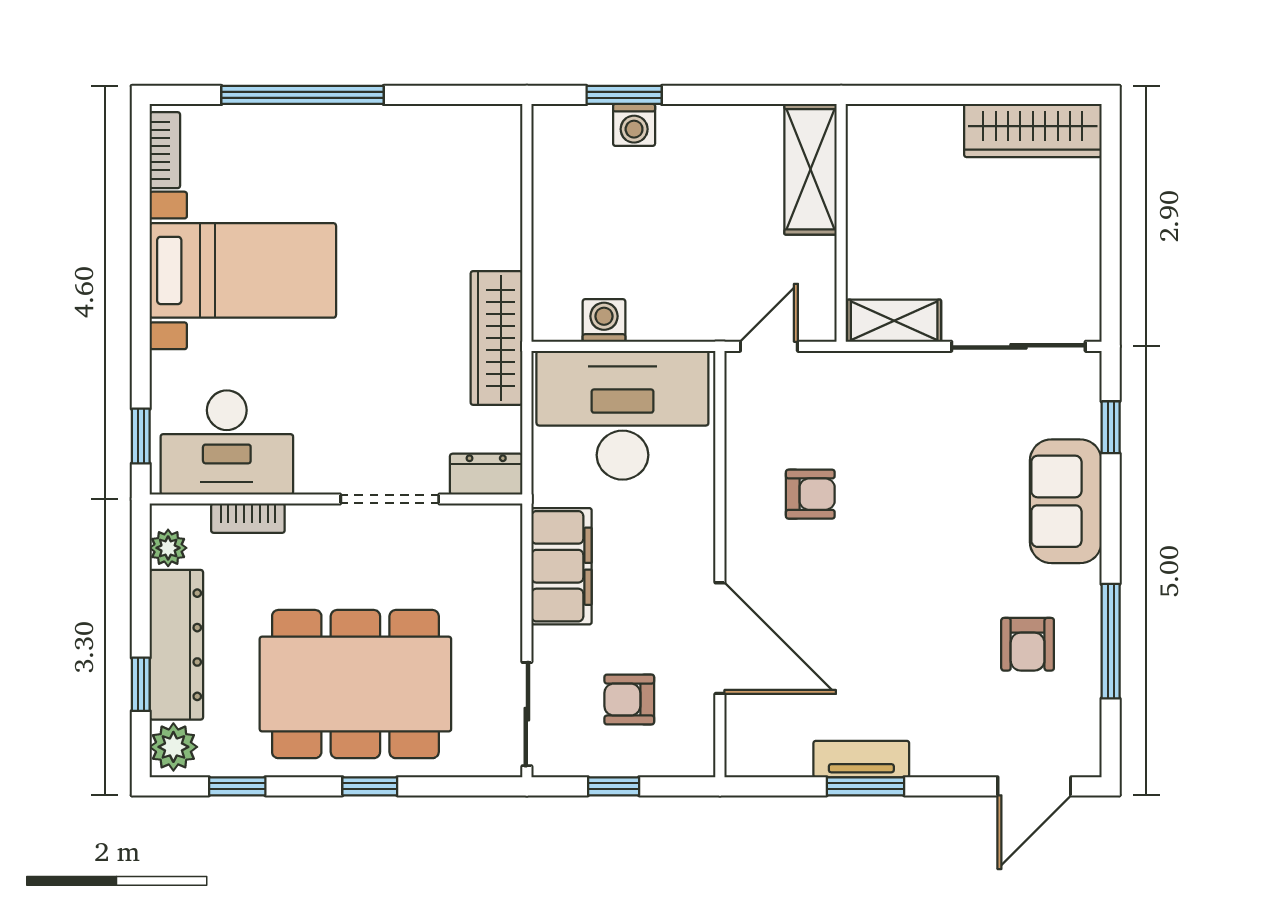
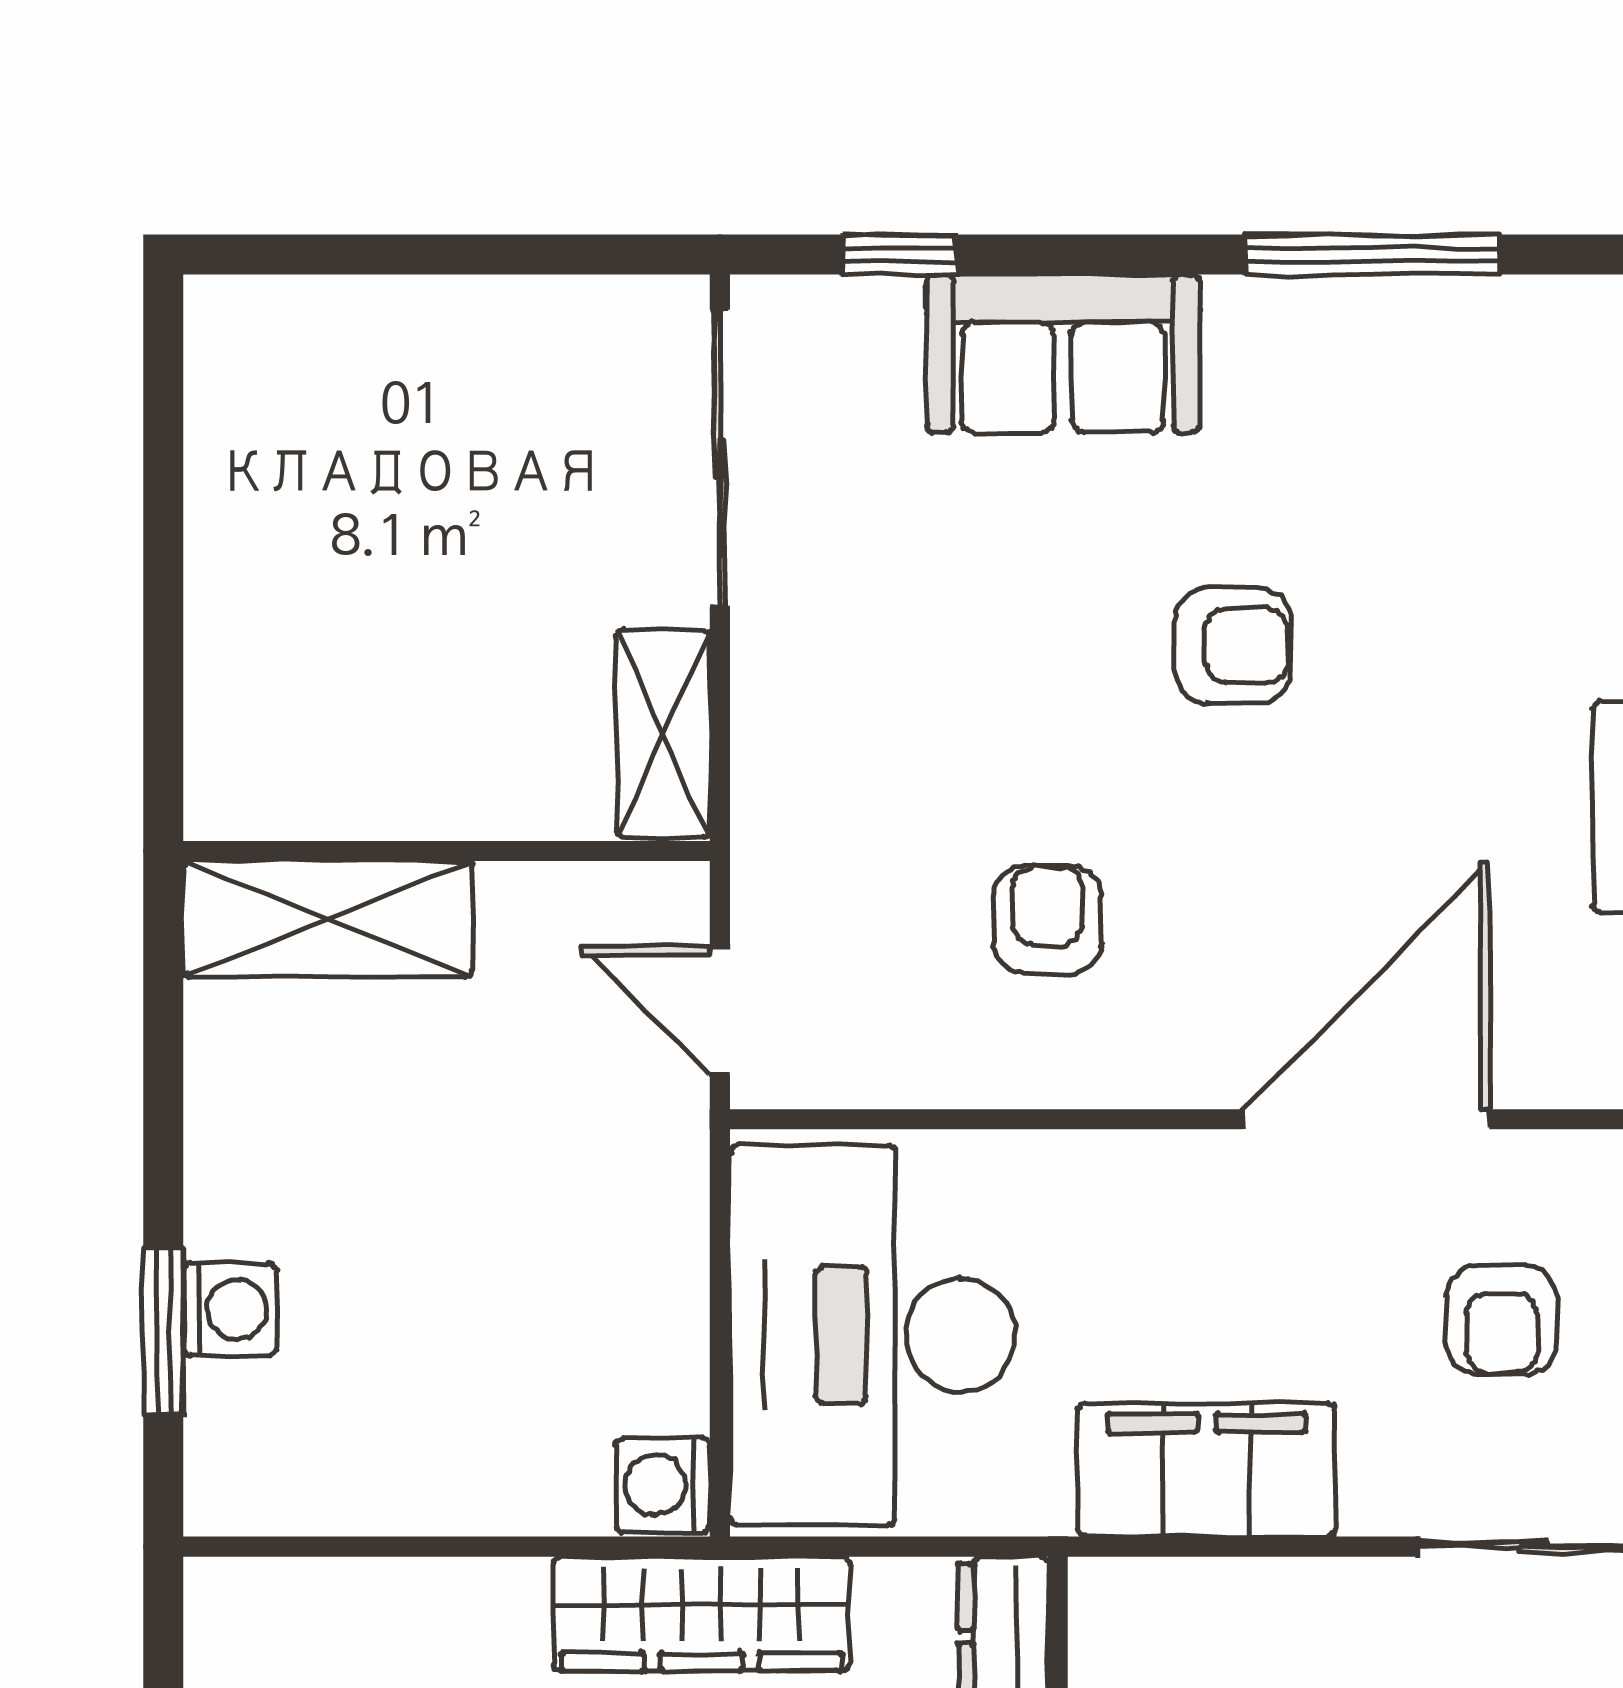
wardrobe: (1033, 130) -> (242, 427), removed
washing machine: (604, 321) -> (663, 1485), moved
armchair: (1028, 644) -> (1233, 645), moved

